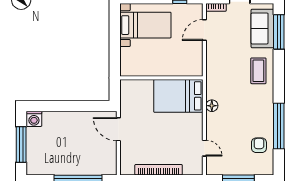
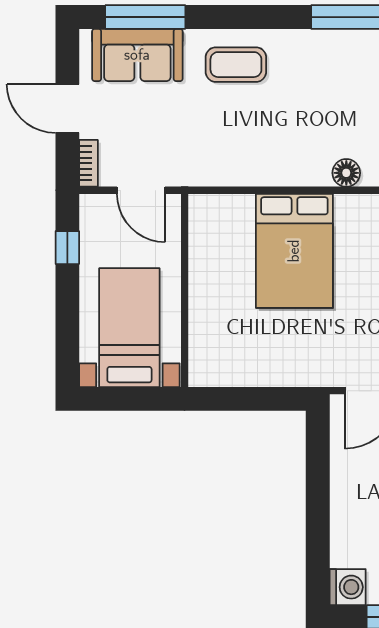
wall: (161, 78) -> (185, 290), moved
floor lamp: (212, 106) -> (346, 173), moved

